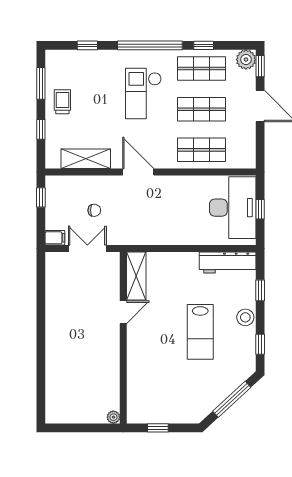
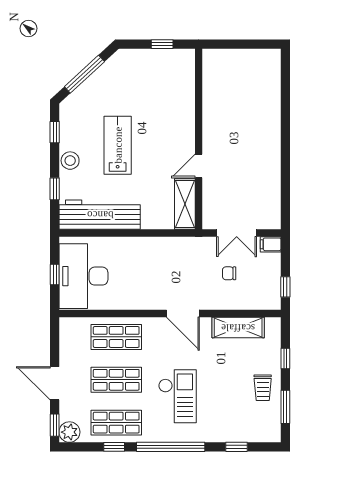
workbench: (228, 263) -> (100, 215), width x1.36, depth x1.32
plant: (113, 417) -> (209, 55), removed

